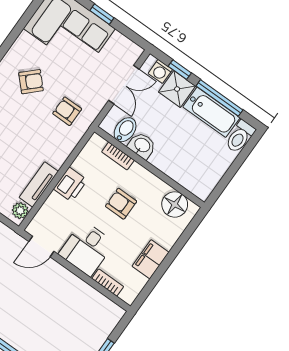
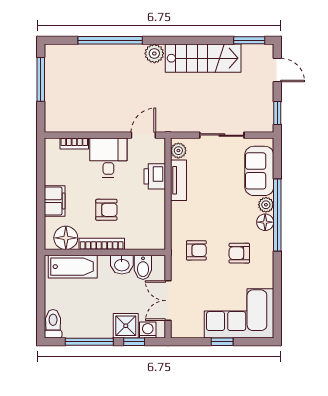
armchair: (31, 82) -> (239, 253), turned 44
bathtub: (211, 112) -> (73, 267), moved, turned 180
bookcase: (118, 156) -> (102, 244), moved, width x1.56
printer: (70, 185) -> (155, 176), moved
filing cabinet: (151, 259) -> (55, 201), moved

